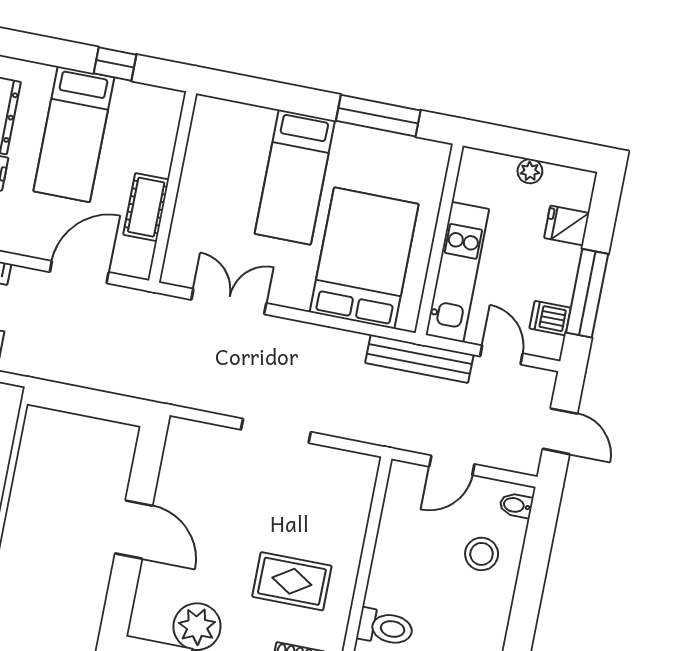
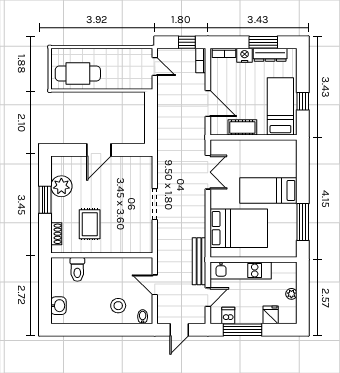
bed: (74, 134) -> (280, 106), moved, turned 90

